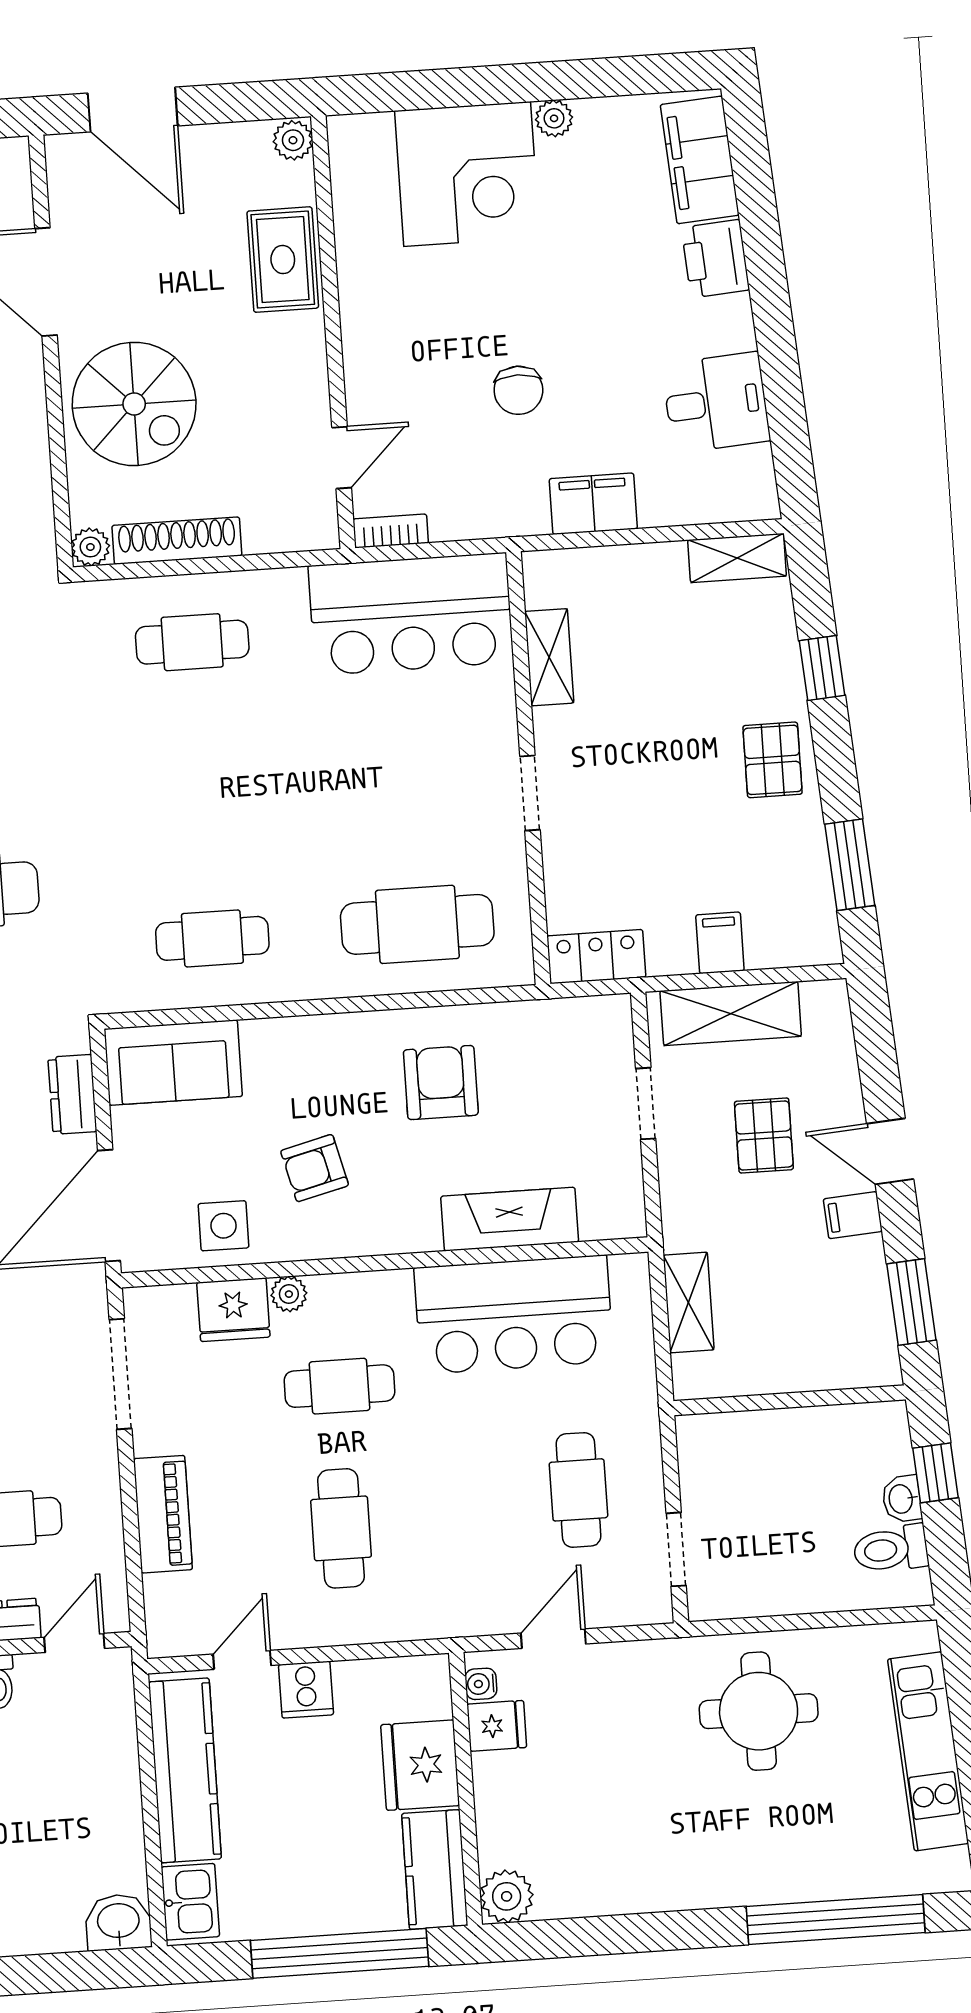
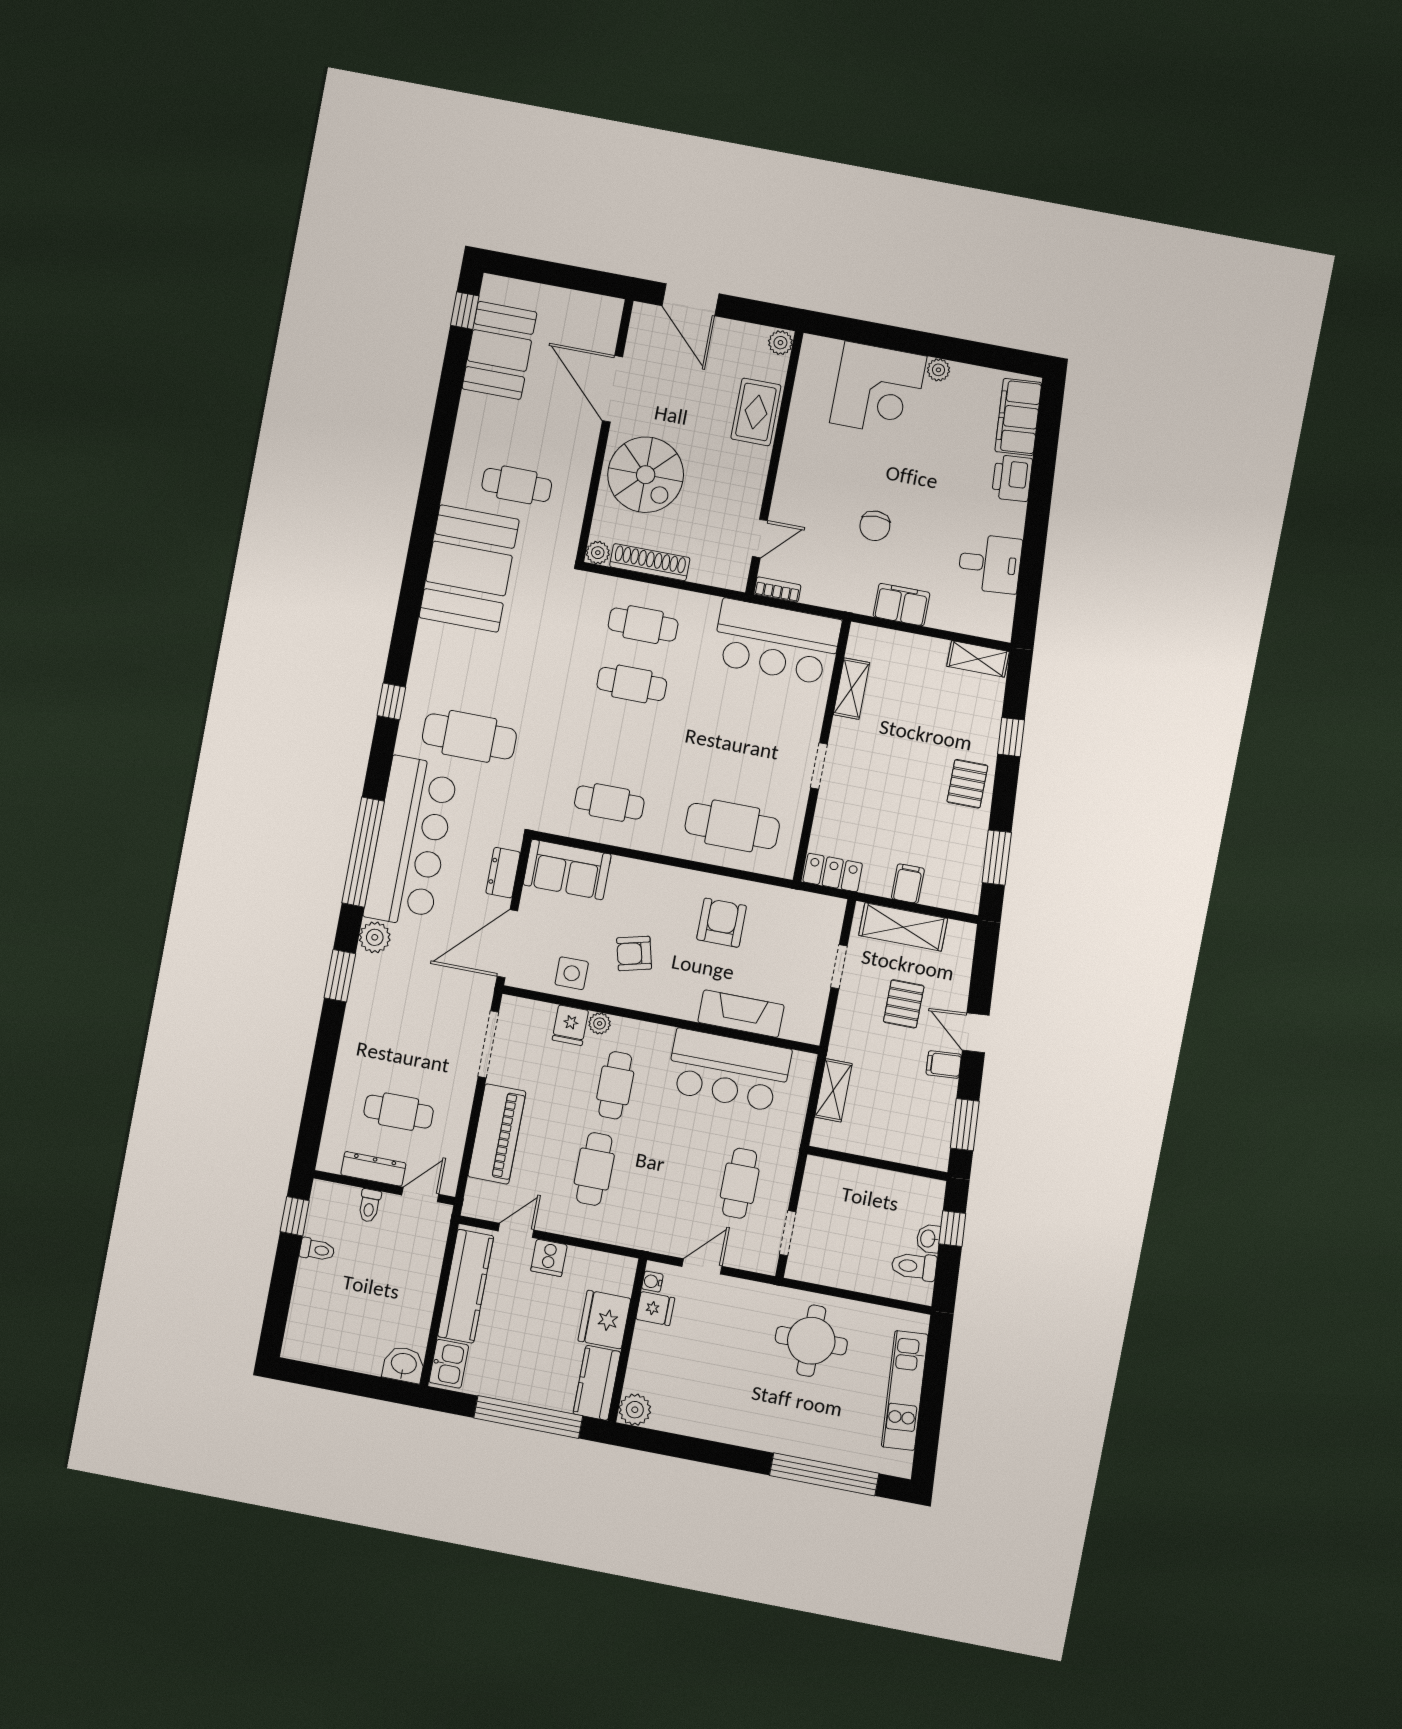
cafe table: (199, 741) -> (632, 684), added
fridge: (233, 1310) -> (570, 1025), width x0.72
cafe table: (339, 1386) -> (615, 1085), turned 90
piano: (163, 1514) -> (497, 1134), width x1.37, depth x1.33

